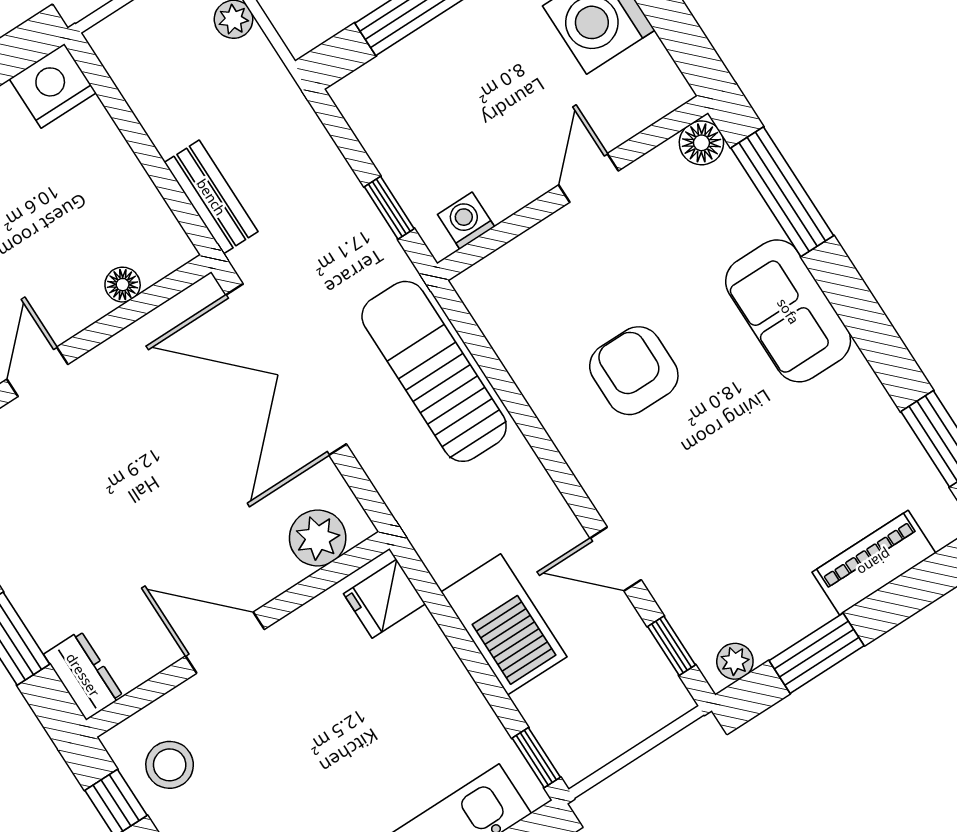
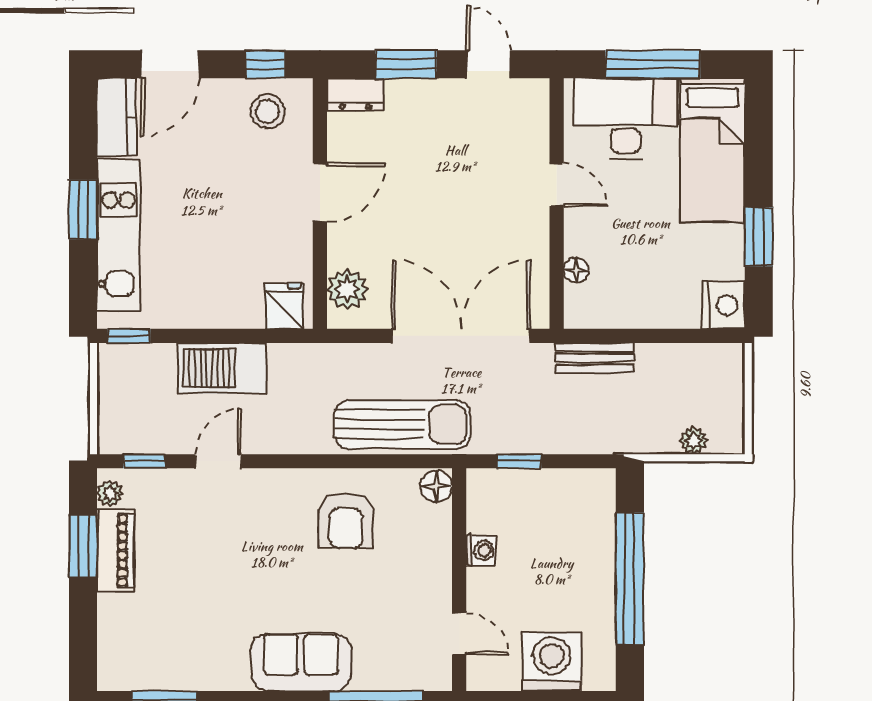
floor lamp: (701, 143) -> (436, 486), moved
door: (589, 178) -> (459, 634), moved
washing machine: (466, 221) -> (481, 550), moved
armchair: (634, 371) -> (346, 520), moved, turned 90
piano: (874, 563) -> (115, 550), moved

